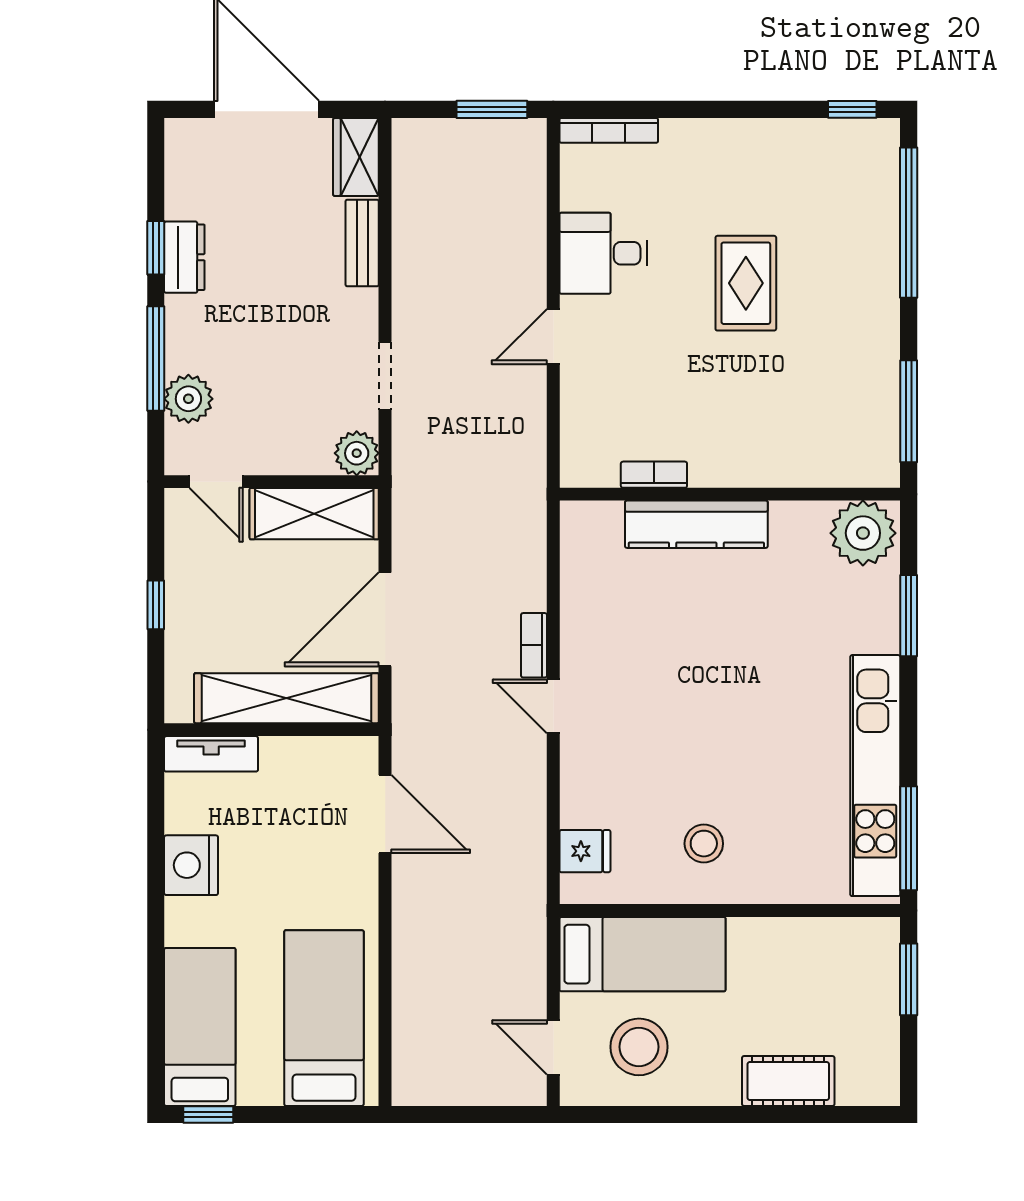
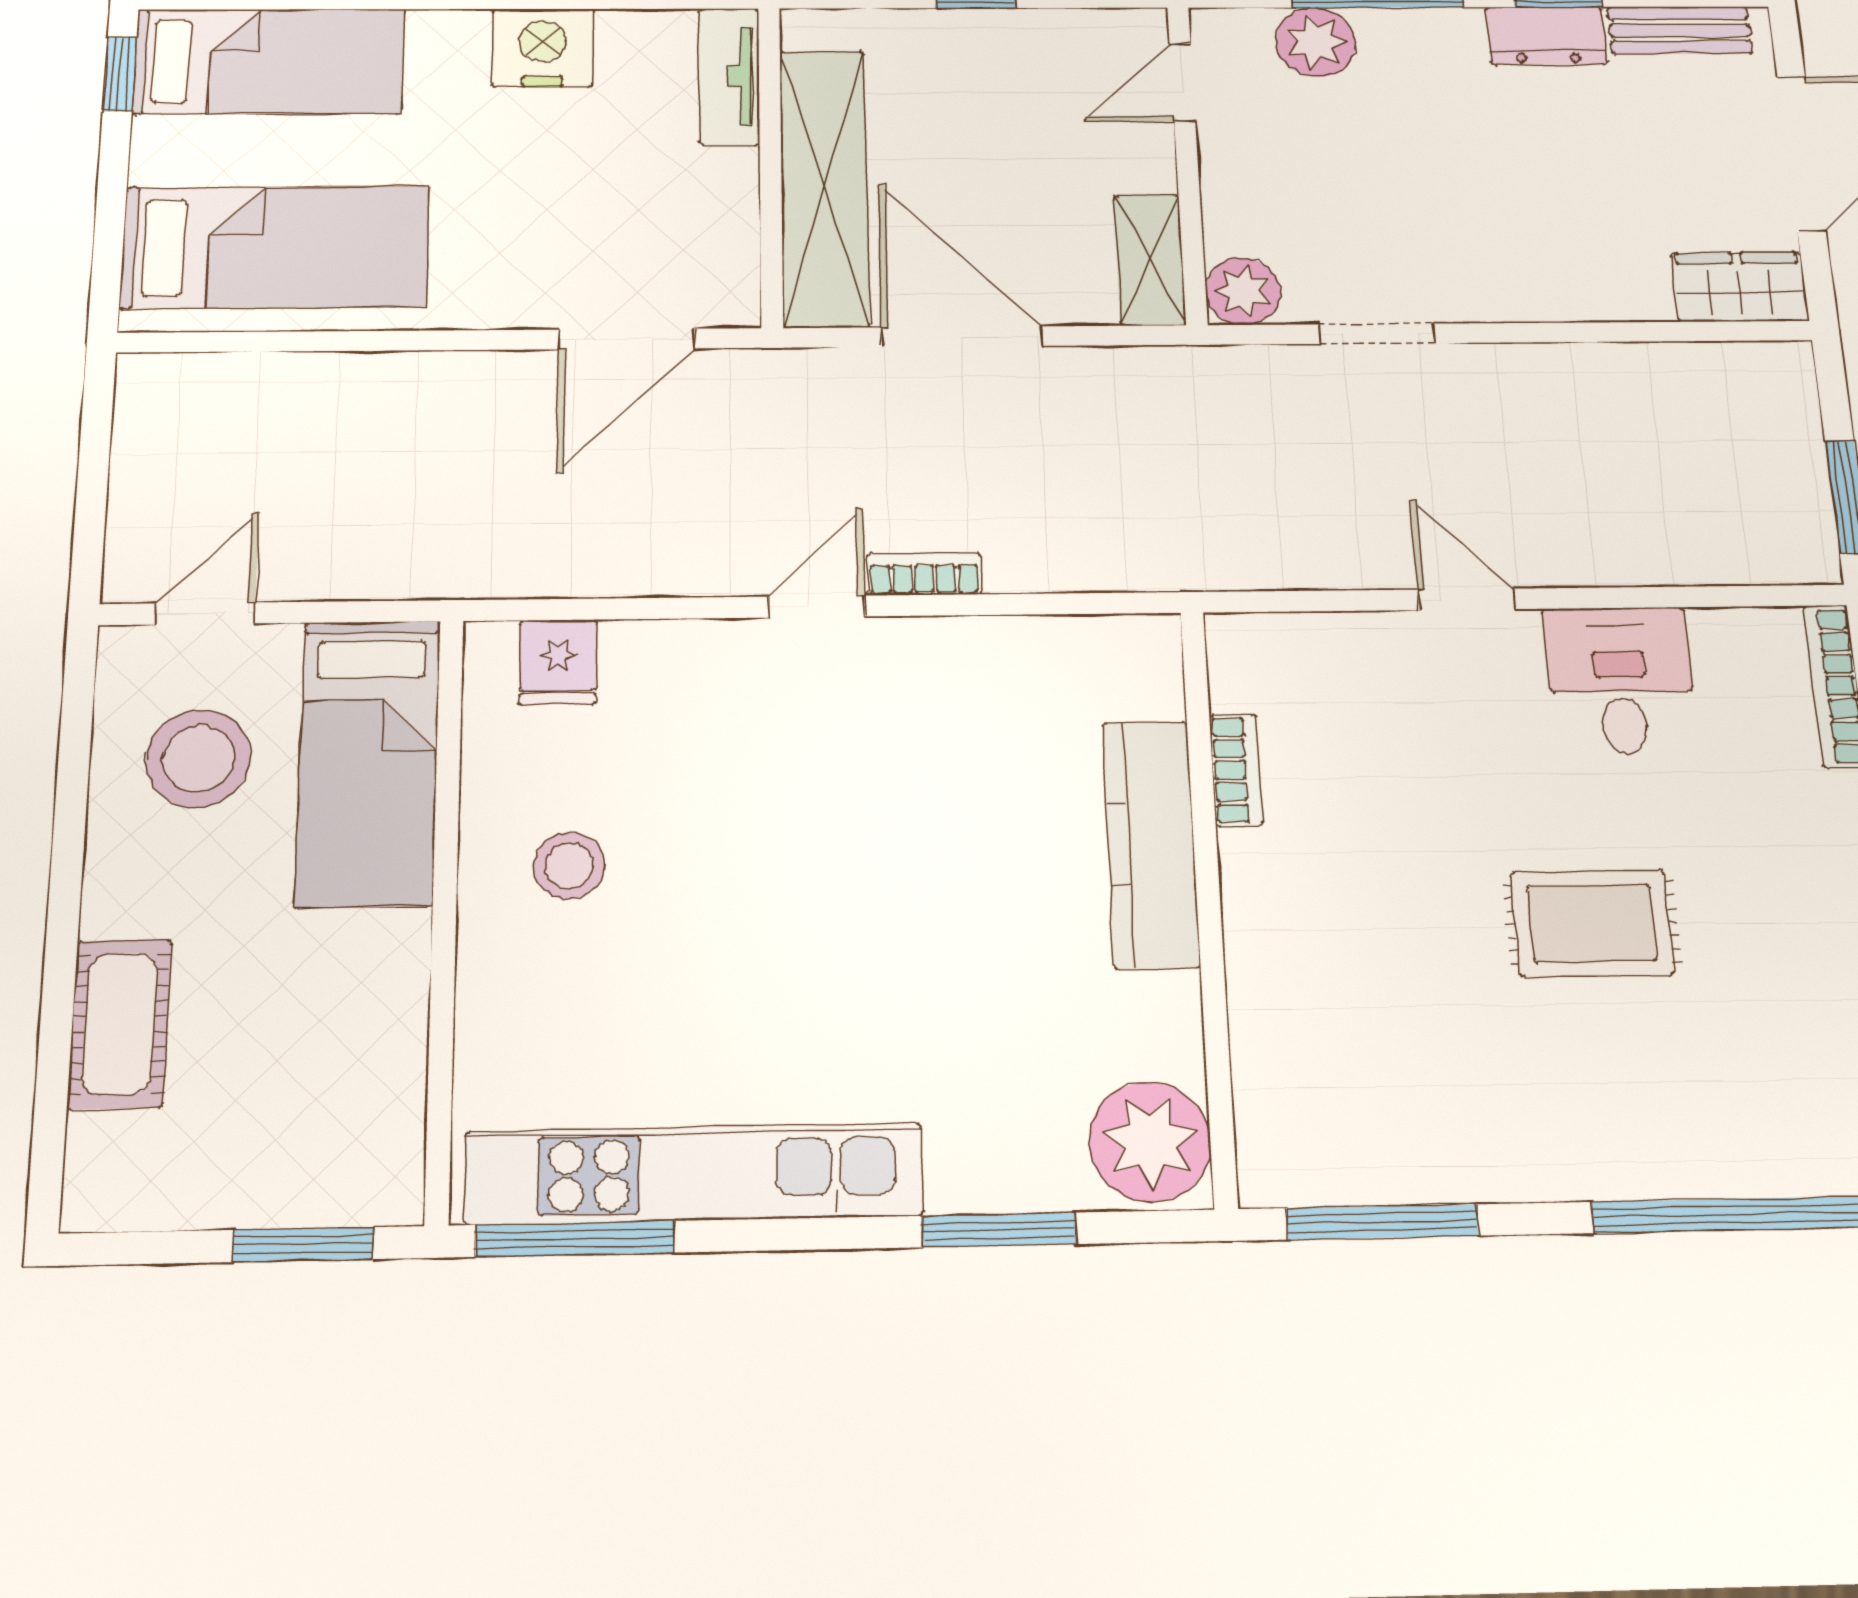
bench: (362, 243) -> (1680, 30), moved
shelving: (314, 514) -> (1150, 260), width x0.67, depth x0.75

